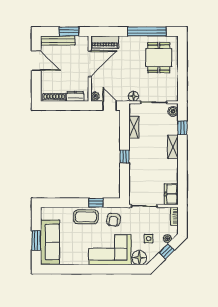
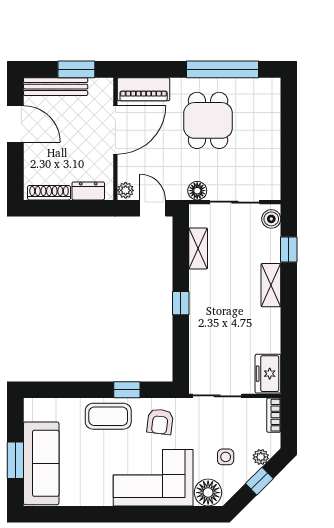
dining table: (159, 58) -> (208, 120), moved

